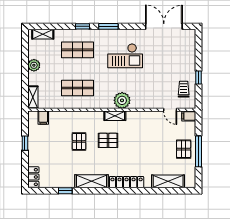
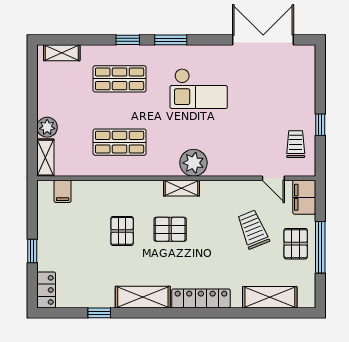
plant: (34, 65) -> (47, 127), moved
filing cabinet: (189, 116) -> (304, 197), width x2.00
trolley: (158, 141) -> (253, 229), added
window: (25, 143) -> (32, 251), moved

